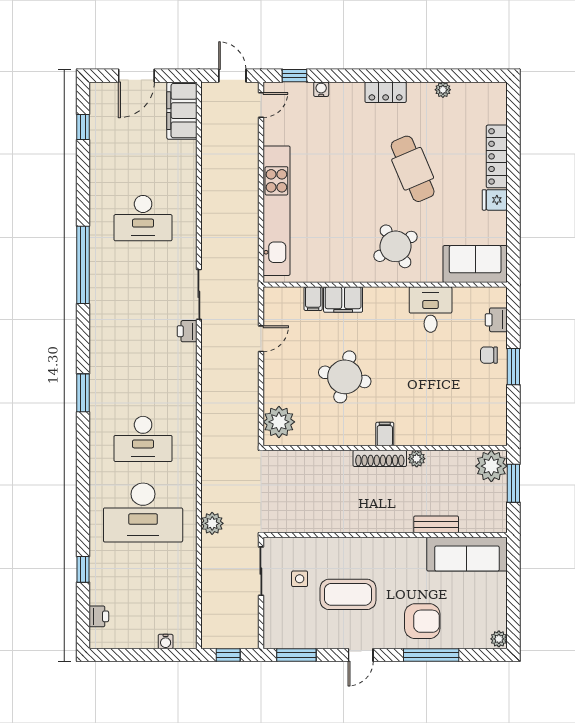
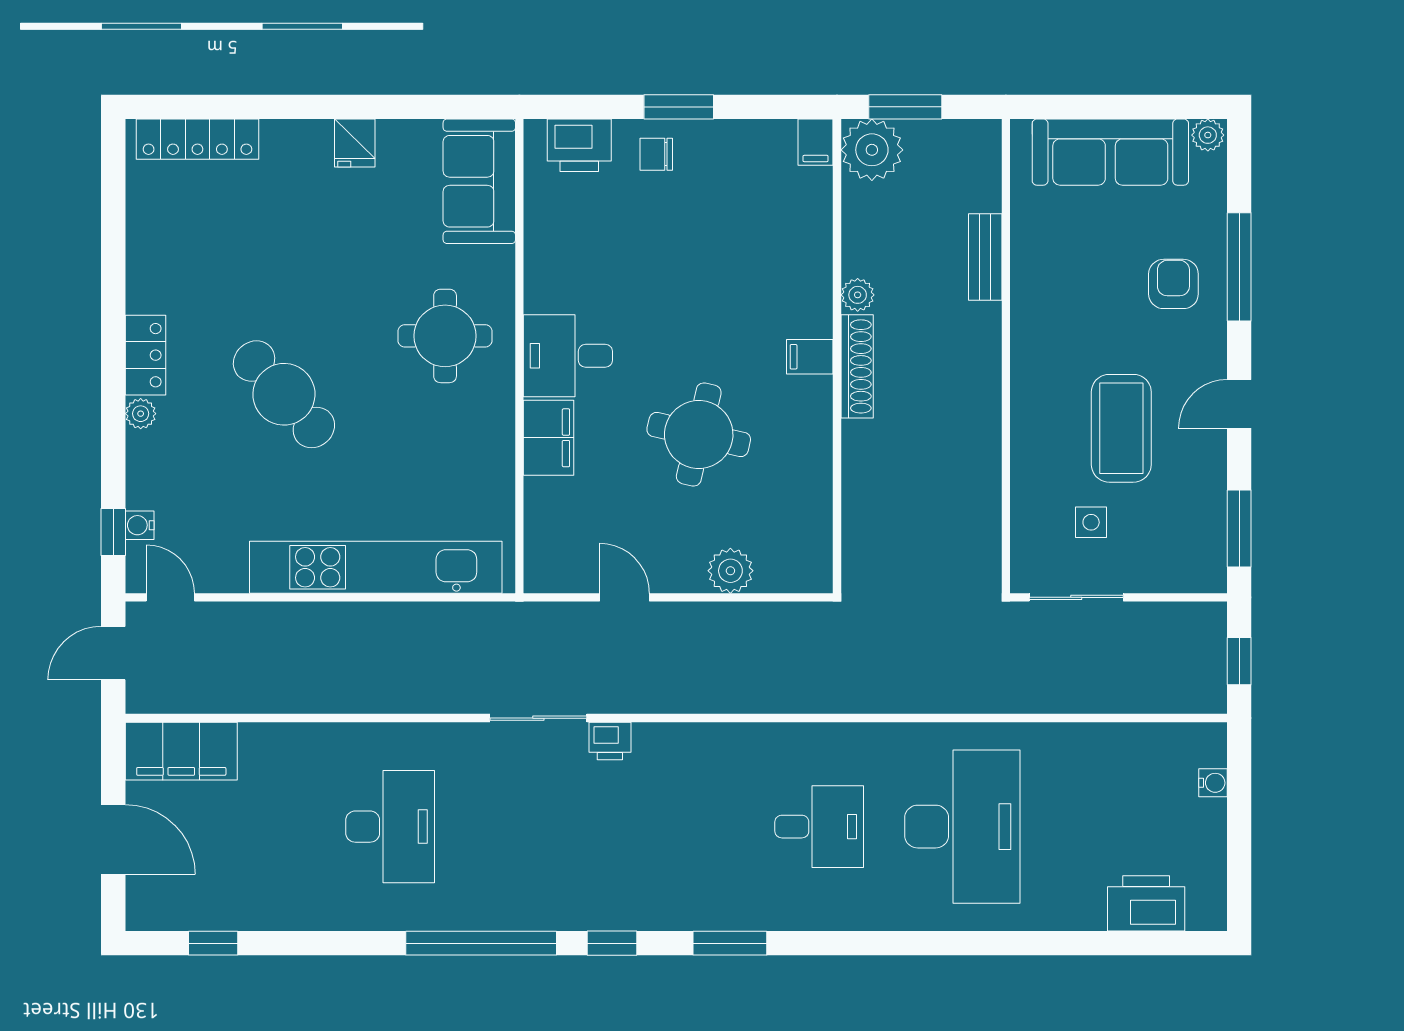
water cooler: (321, 89) -> (140, 525), moved
plant: (443, 90) -> (141, 414), moved
locker: (497, 156) -> (197, 139), moved
cafe table: (413, 169) -> (284, 394), moved, turned 71
round table: (396, 246) -> (445, 336), turned 31
filing cabinet: (313, 299) -> (816, 142), moved, turned 90
desk: (431, 310) -> (568, 356), moved
printer: (496, 320) -> (579, 145), width x1.36, depth x1.24
chair: (489, 355) -> (656, 154), turned 90
plant: (279, 422) -> (730, 571), moved, width x0.73, depth x0.73
desk: (143, 439) -> (819, 827), width x0.73
plant: (212, 523) -> (984, 692), removed
sofa: (467, 554) -> (1110, 152), moved, turned 90
window: (83, 569) -> (612, 943), moved
printer: (99, 616) -> (1146, 903), width x1.87, depth x1.48
armchair: (422, 621) -> (1173, 284), width x0.72, depth x0.72
door: (361, 655) -> (1239, 404), swing flipped

